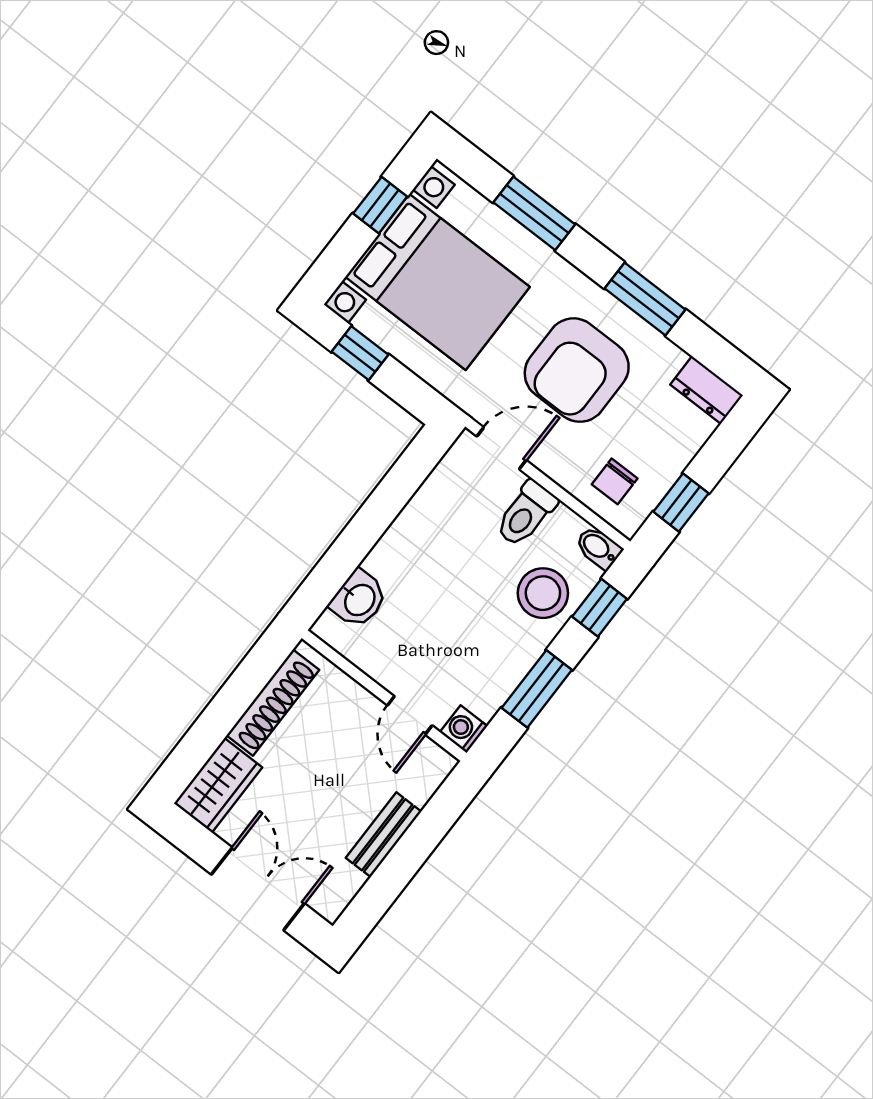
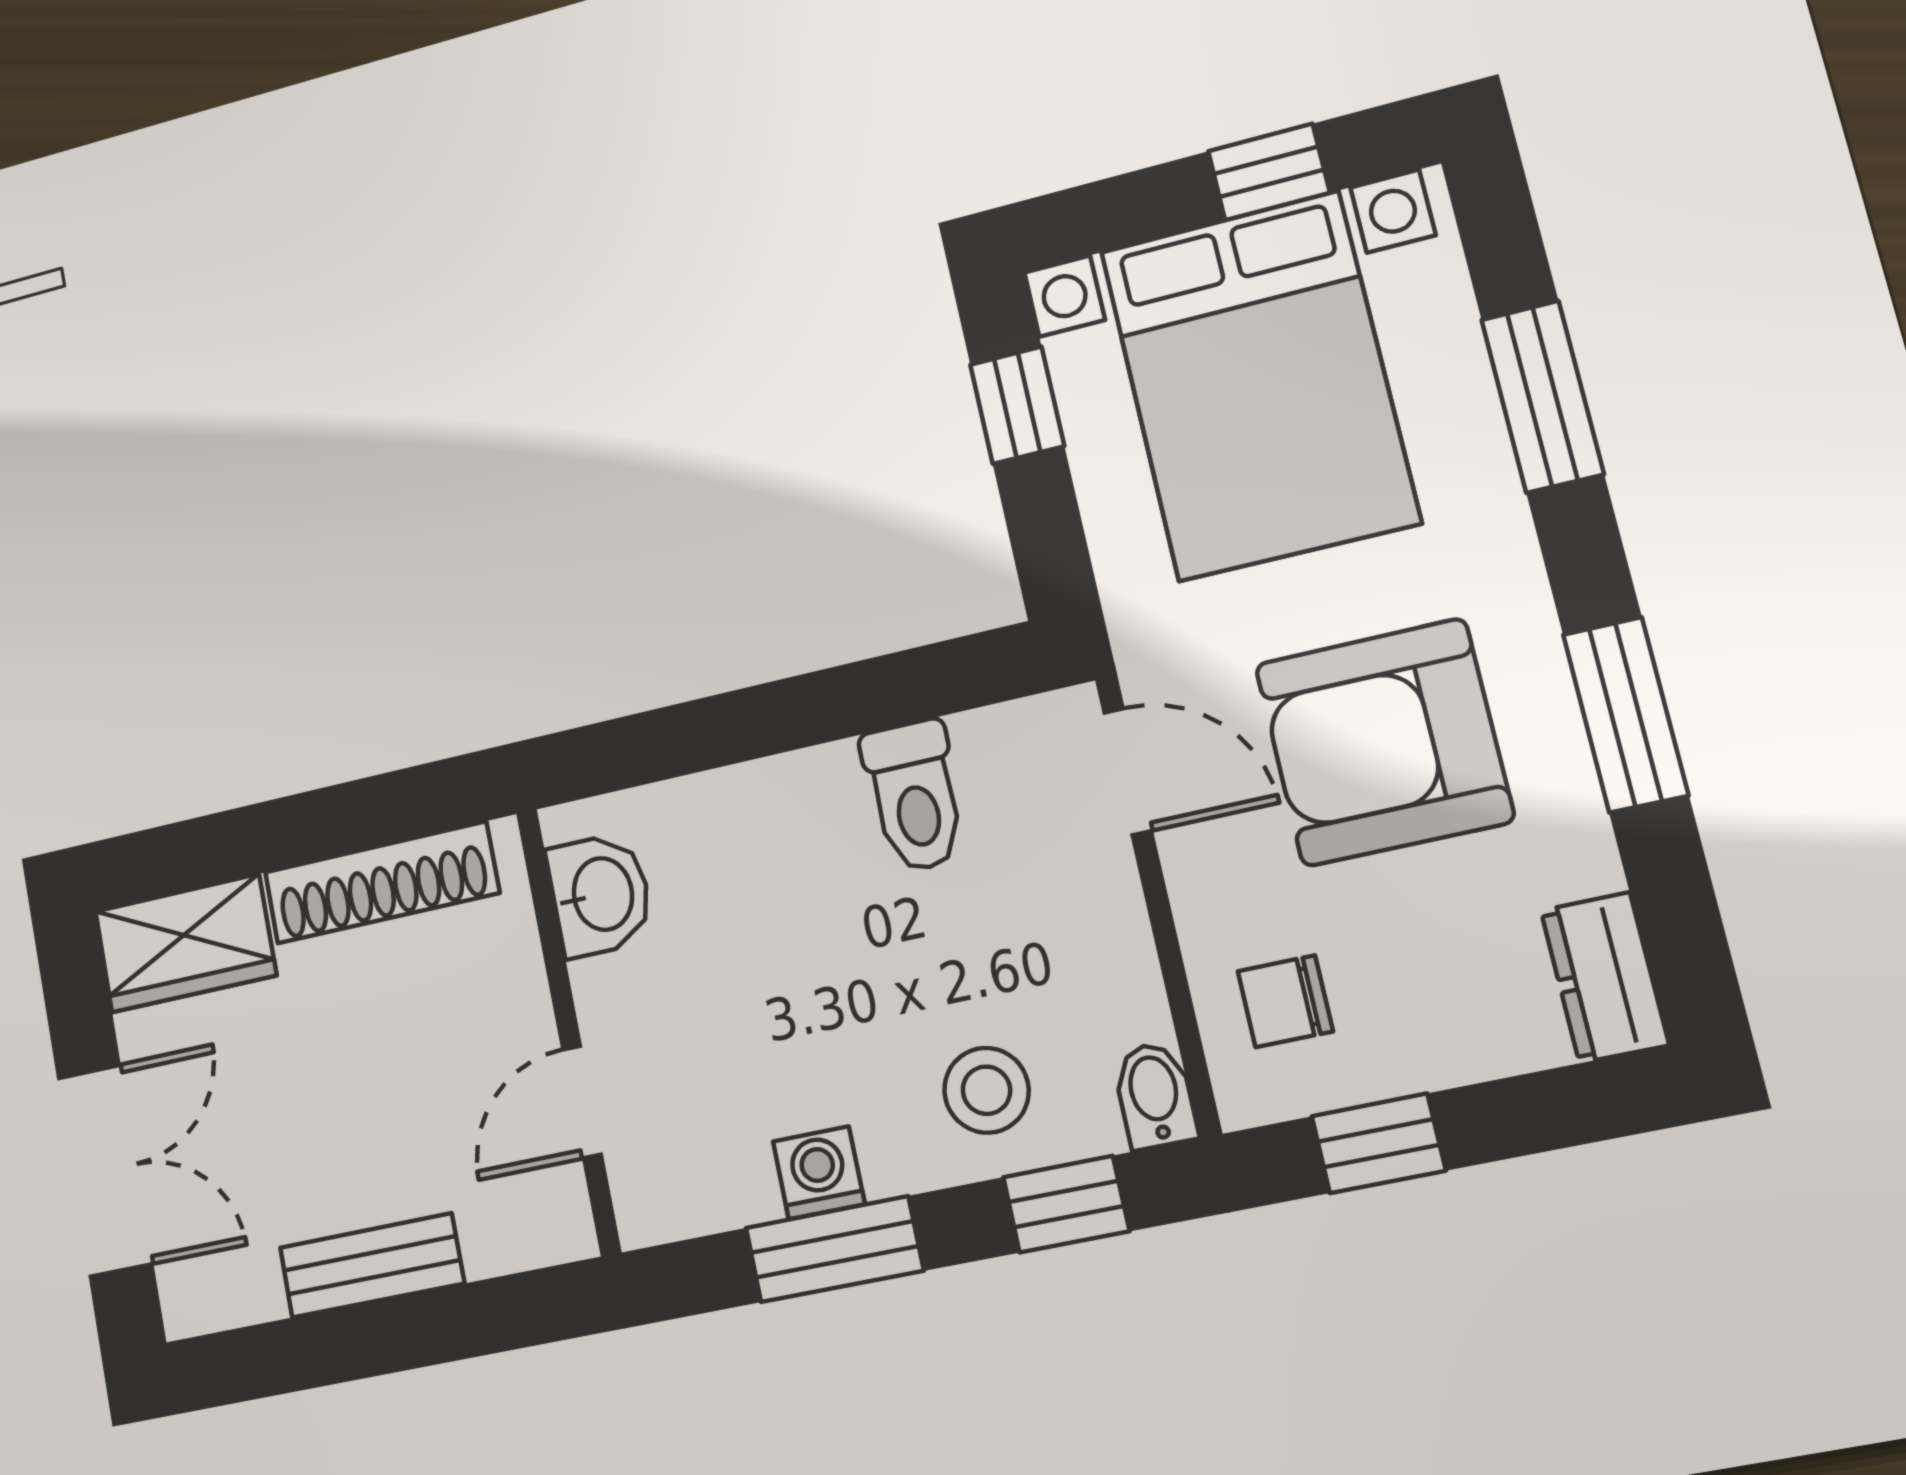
toilet: (526, 514) -> (915, 796), moved, turned -90
stool: (543, 593) -> (986, 1090), width x0.73, depth x0.73
washbasin: (359, 599) -> (600, 895), moved, turned -90
washing machine: (464, 729) -> (819, 1173), moved

